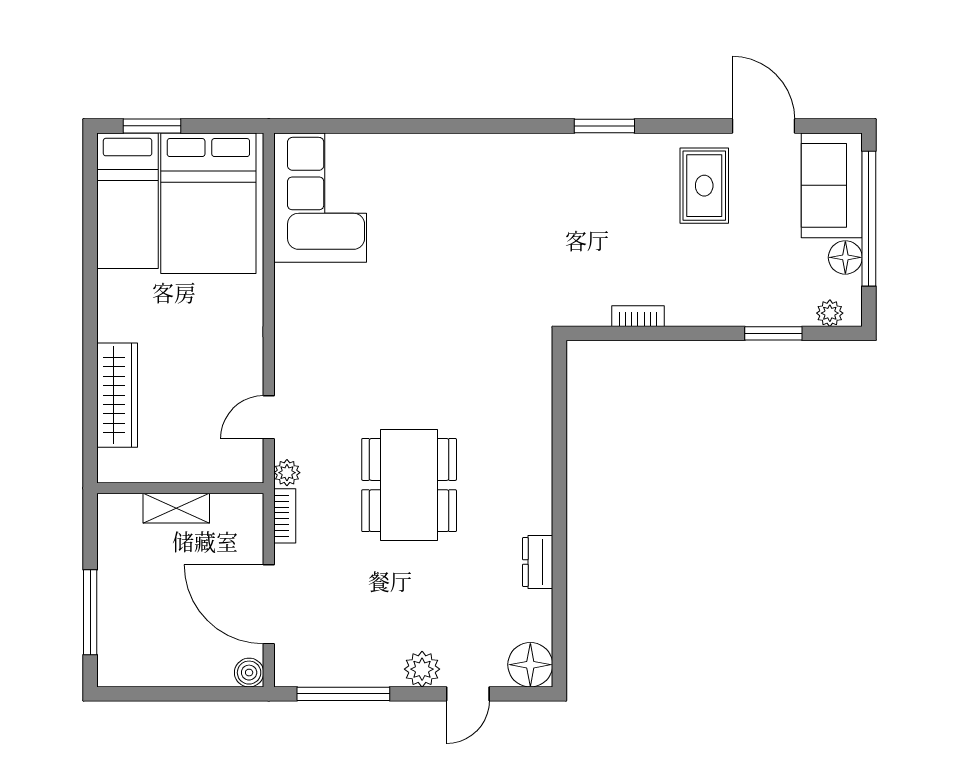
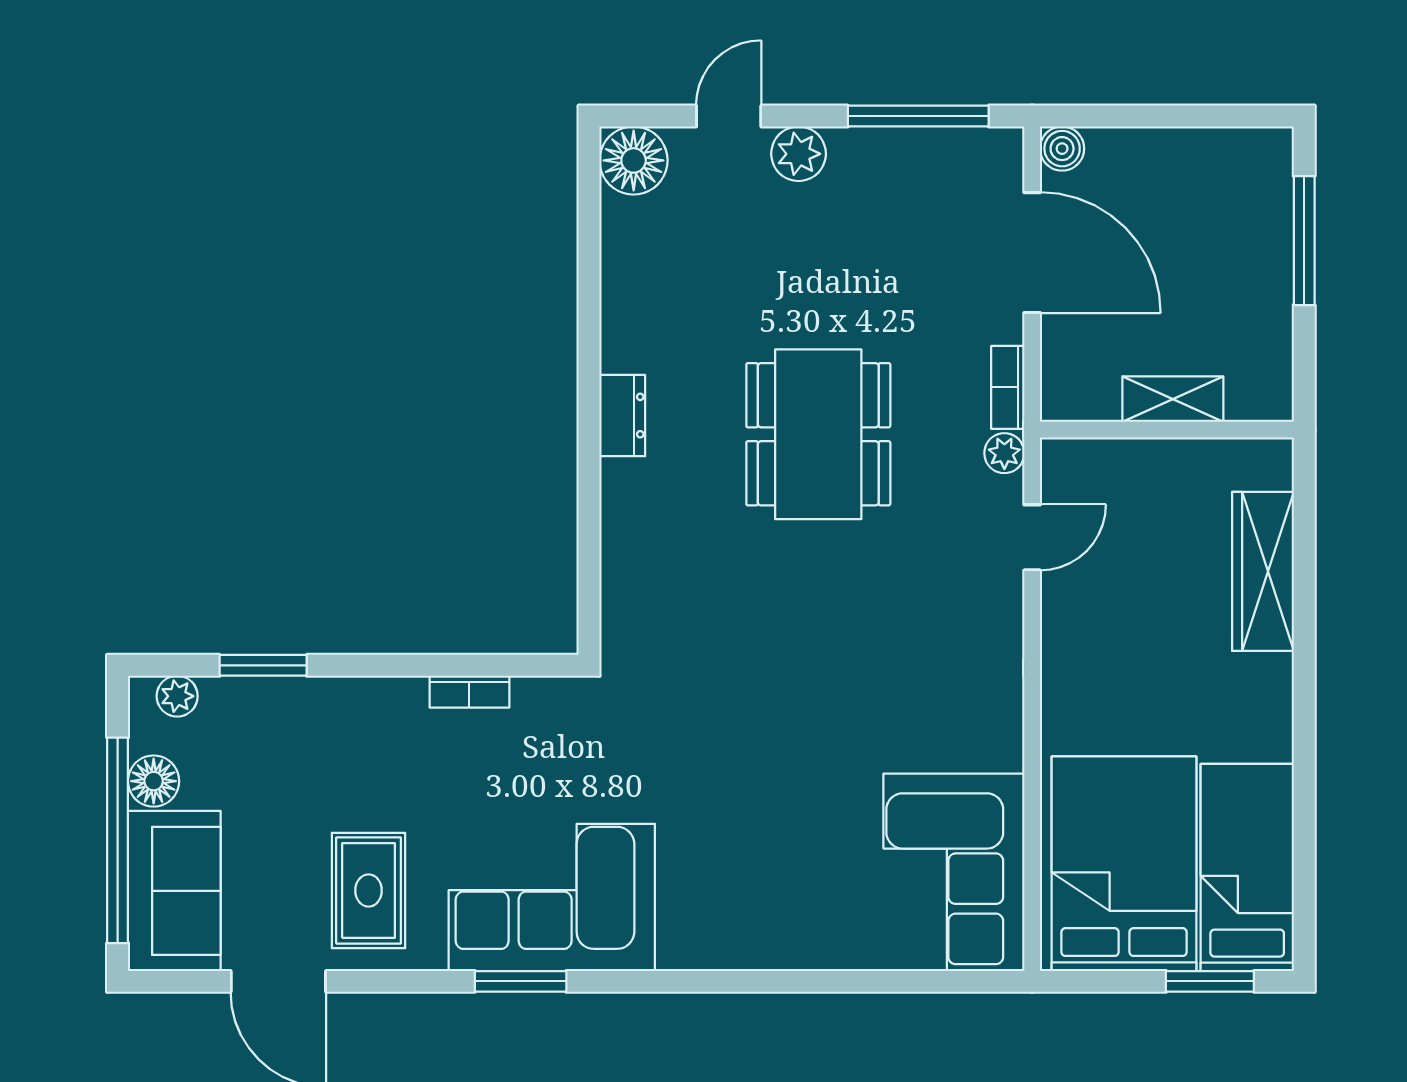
corner sofa: (584, 181) -> (552, 897), added
dresser: (538, 562) -> (622, 416), moved

